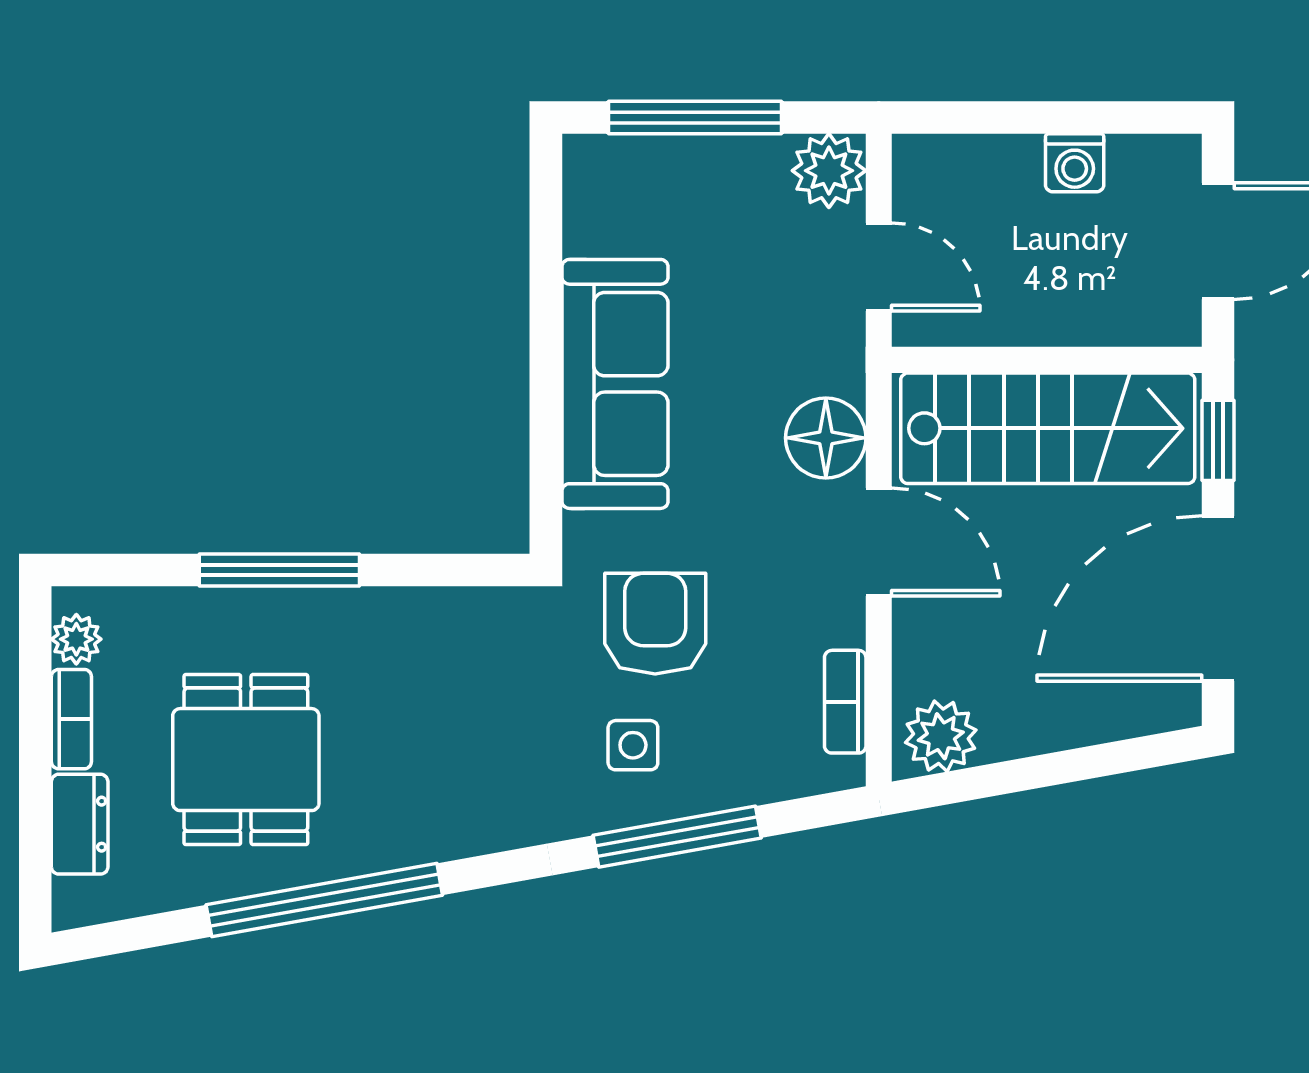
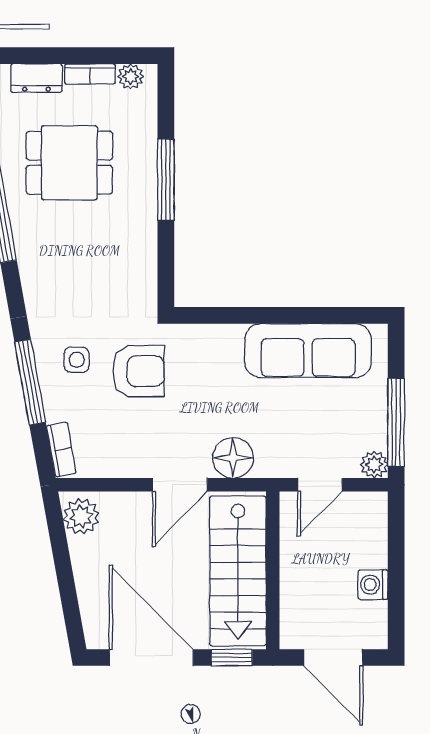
window: (695, 118) -> (396, 422), moved
plant: (829, 171) -> (374, 465), width x0.73, depth x0.73
sofa: (615, 384) -> (308, 351), moved
bookcase: (845, 702) -> (61, 450), moved, turned 80

